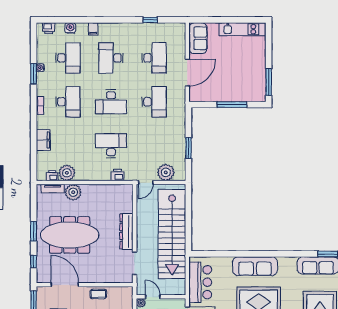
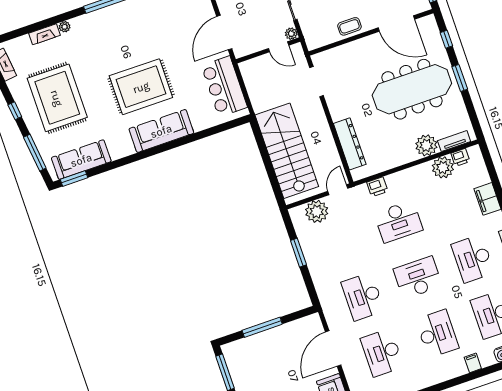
dresser: (126, 231) -> (350, 144), moved
stairs: (172, 234) -> (287, 151), width x0.73

